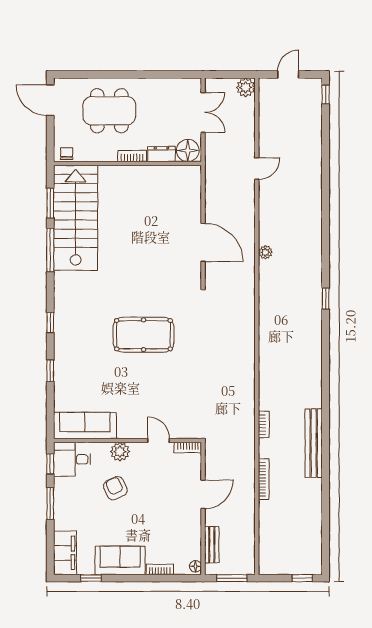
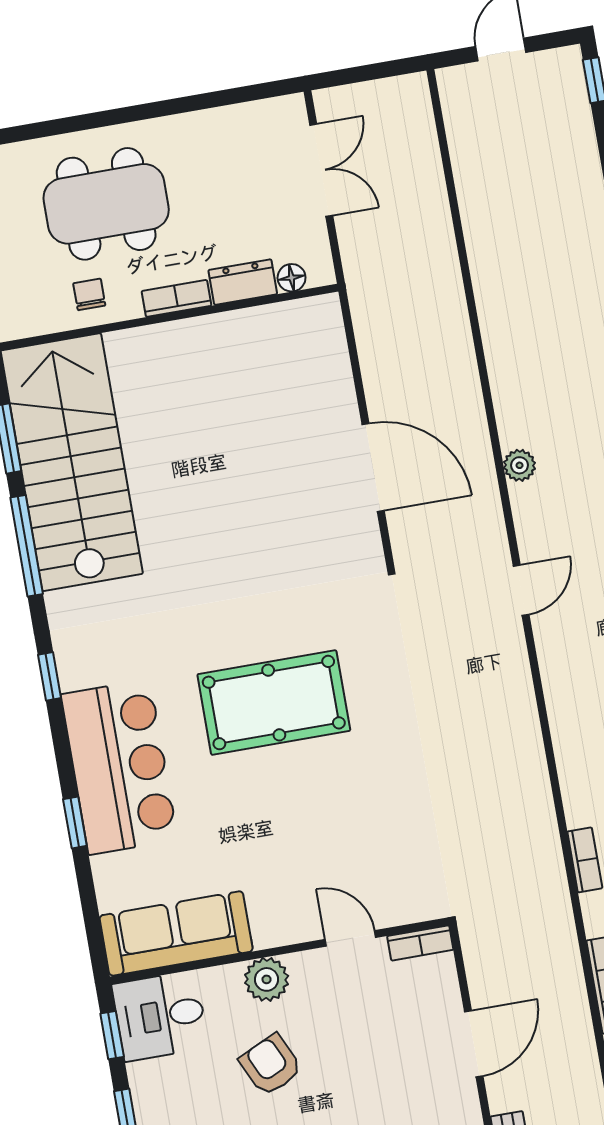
plant: (246, 87) -> (409, 96), removed
floor lamp: (188, 151) -> (292, 278), width x0.53, depth x0.53
chair: (67, 154) -> (89, 294), moved
door: (257, 169) -> (521, 590), moved
window: (50, 322) -> (49, 676), moved
bar counter: (73, 351) -> (119, 767), added

